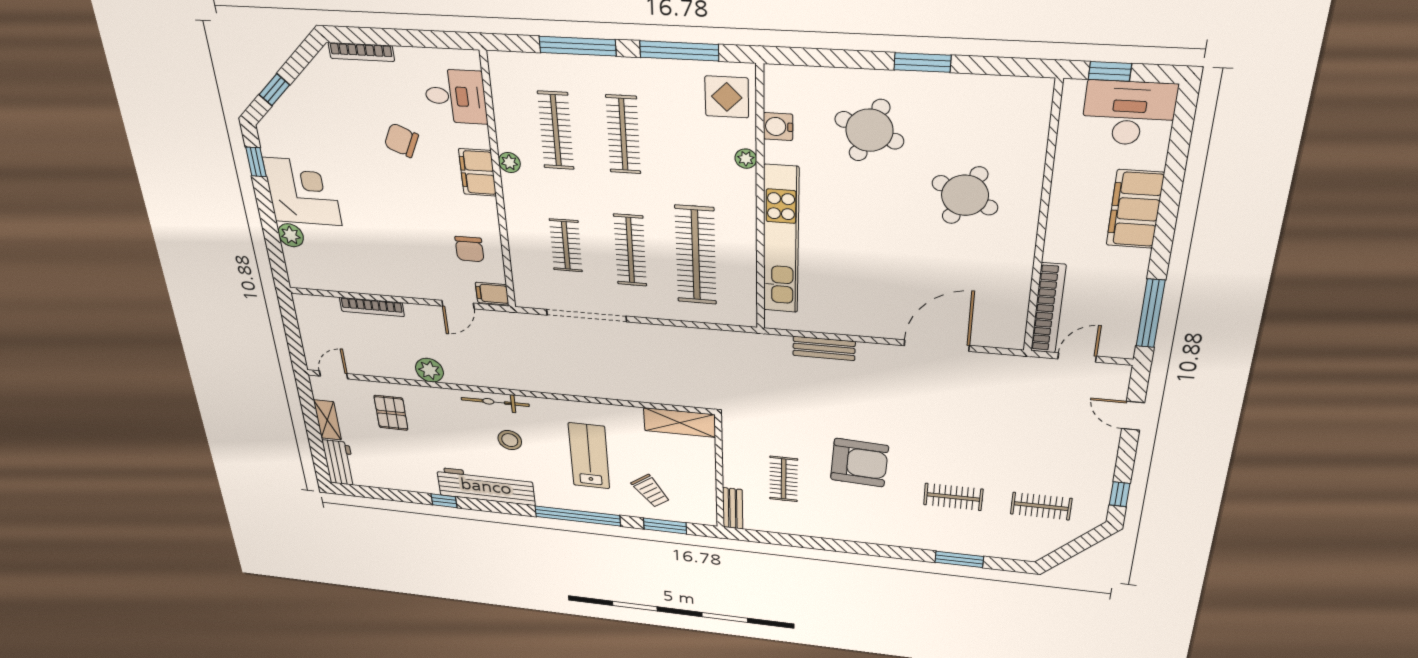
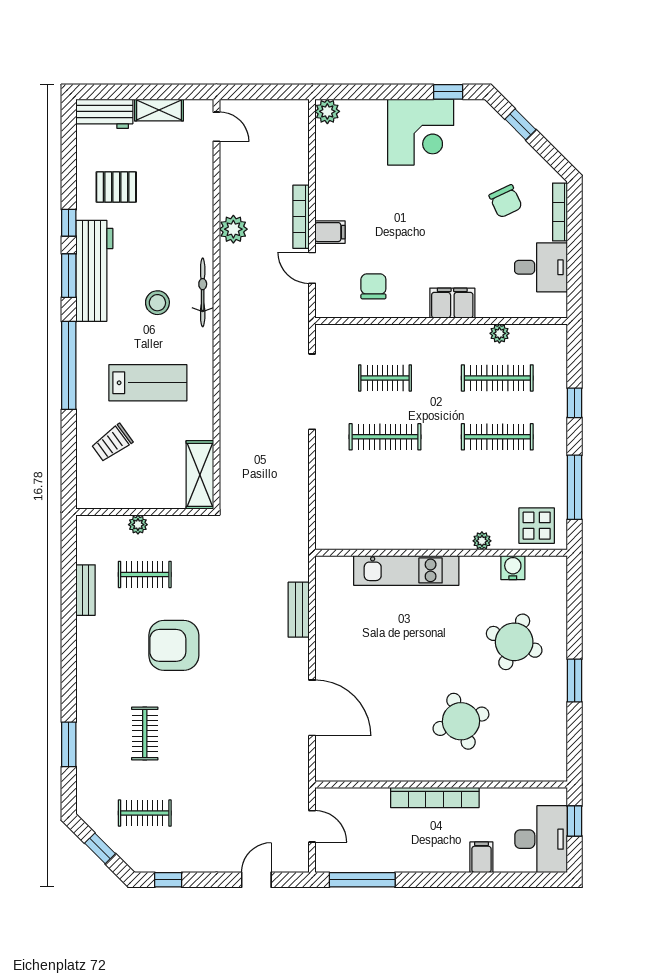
window: (578, 46) -> (575, 403), width x0.46
desk: (456, 96) -> (541, 267), moved, turned -90
chair: (401, 140) -> (506, 201), moved, turned 131
plant: (509, 163) -> (499, 333), moved
round table: (965, 195) -> (461, 721), turned 45
filing cabinet: (1135, 209) -> (481, 857), width x0.33, depth x0.86
plant: (291, 235) -> (327, 111), moved
kitchen unit: (781, 240) -> (406, 570), width x0.73
chair: (469, 249) -> (373, 286), turned 90
clothes rail: (696, 255) -> (385, 496), removed
filing cabinet: (492, 294) -> (330, 232), moved, turned 90
bookcase: (372, 307) -> (301, 217), moved
bookcase: (1048, 308) -> (435, 798), moved
pallet: (391, 413) -> (116, 187), moved
armchair: (859, 463) -> (174, 645), turned 87
plant: (732, 479) -> (138, 525), added
clothes rail: (1041, 506) -> (145, 813), turned 90
bench: (733, 508) -> (86, 590), moved, turned 90
window: (665, 526) -> (69, 276), moved
window: (1075, 547) -> (100, 848), added

